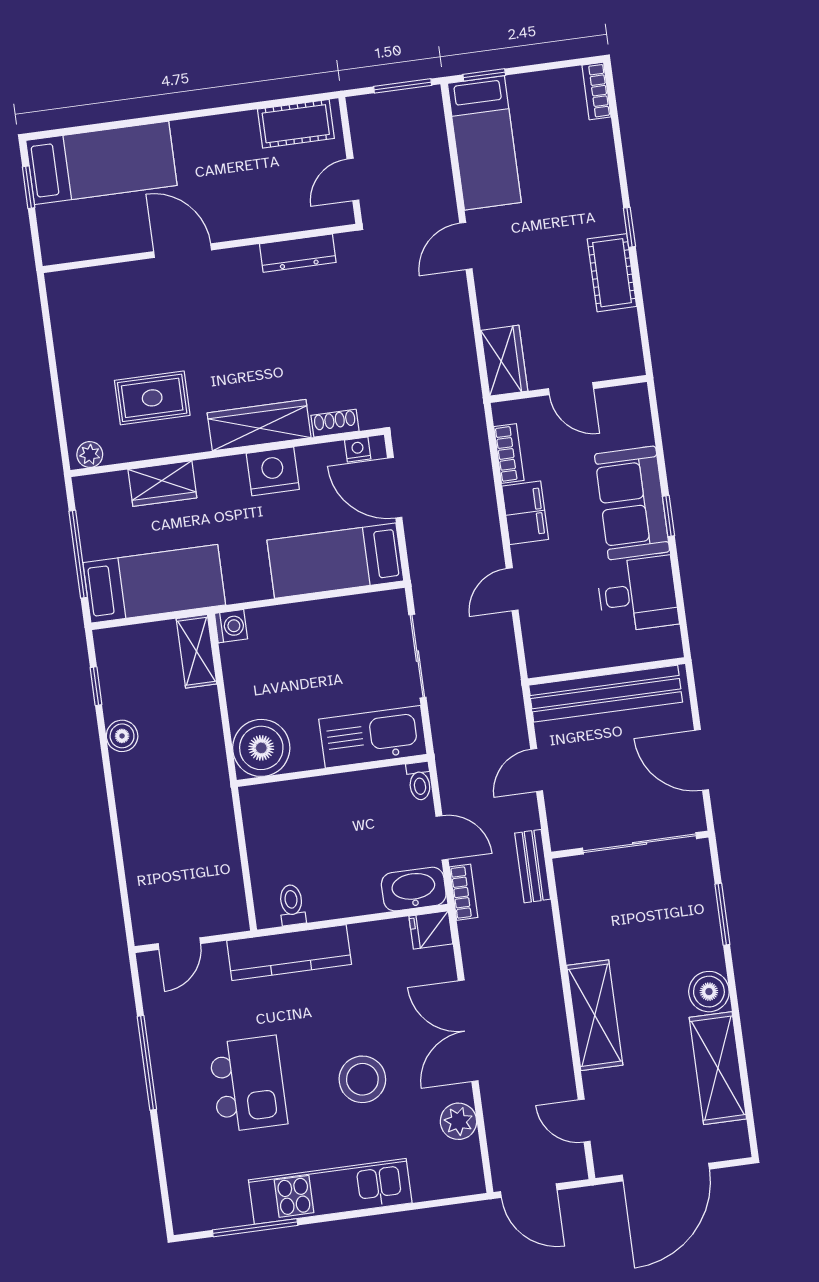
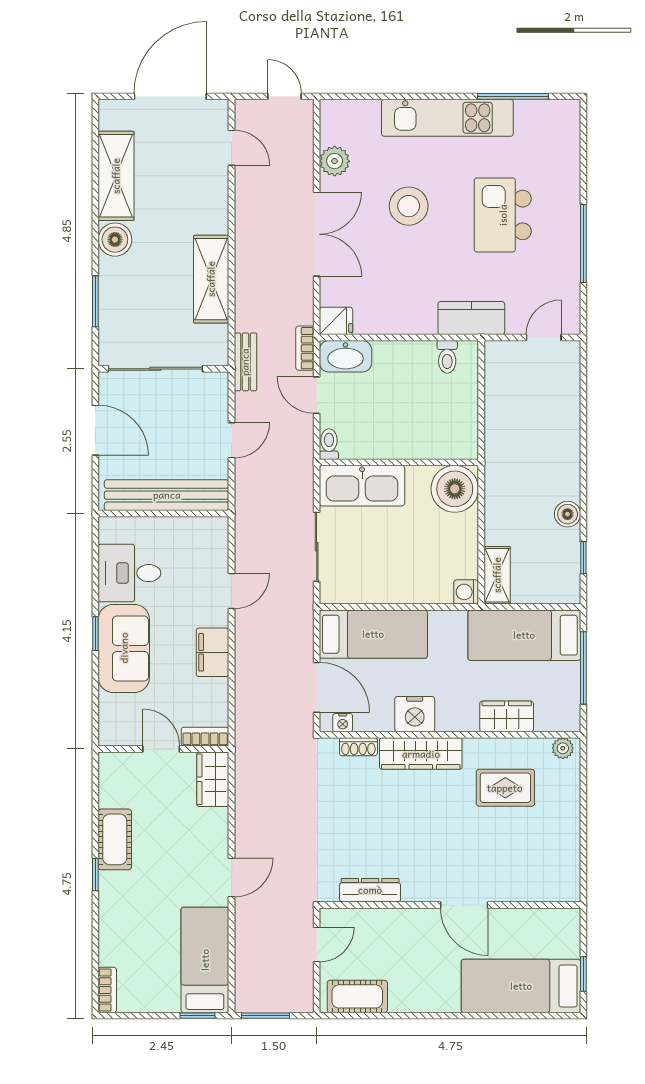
bookcase: (509, 454) -> (205, 737), moved, turned 90
kitchen counter: (289, 953) -> (471, 318), width x0.67
shelving: (595, 1015) -> (211, 279), moved
door: (529, 1191) -> (285, 96), width x0.73

